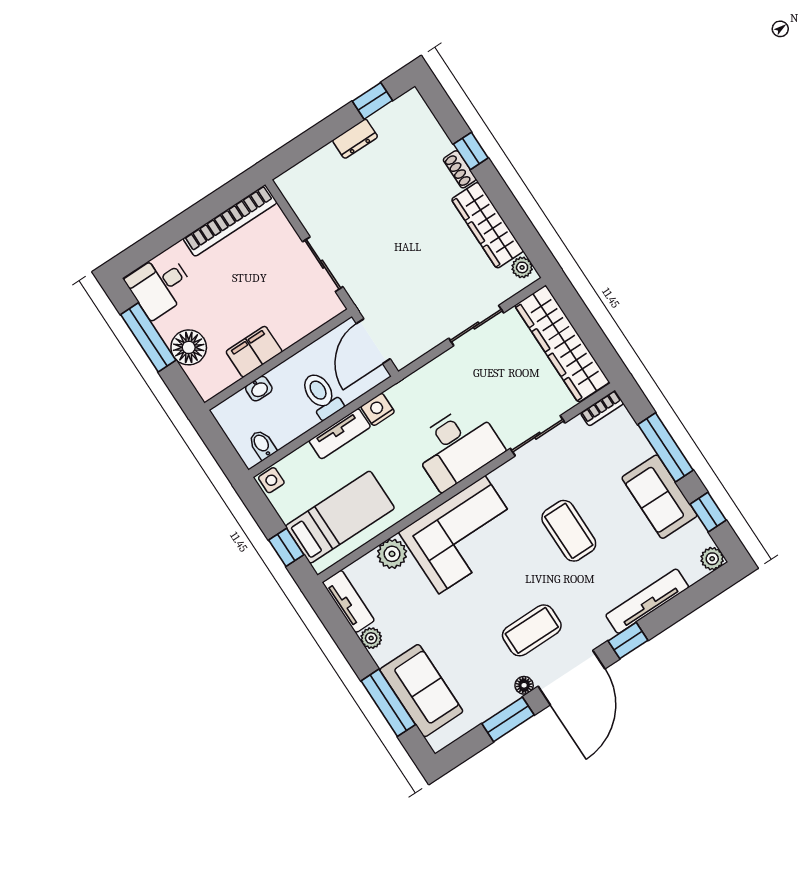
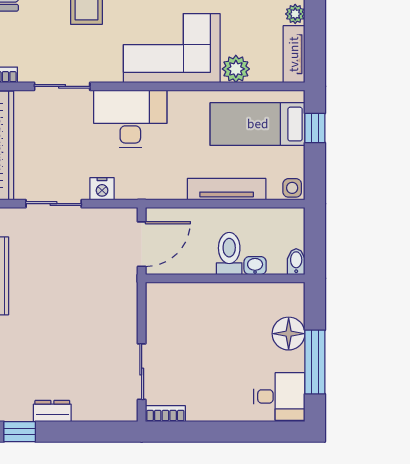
bookcase: (230, 221) -> (165, 414), width x0.43, depth x0.76
sliding door: (323, 264) -> (142, 372), moved
filing cabinet: (254, 352) -> (240, 297), removed
toilet: (322, 395) -> (229, 254), moved, turned 180
nightstand: (378, 409) -> (102, 189), moved
tv unit: (340, 434) -> (227, 189), width x1.41
bidet: (262, 445) -> (296, 262), moved, turned 180

